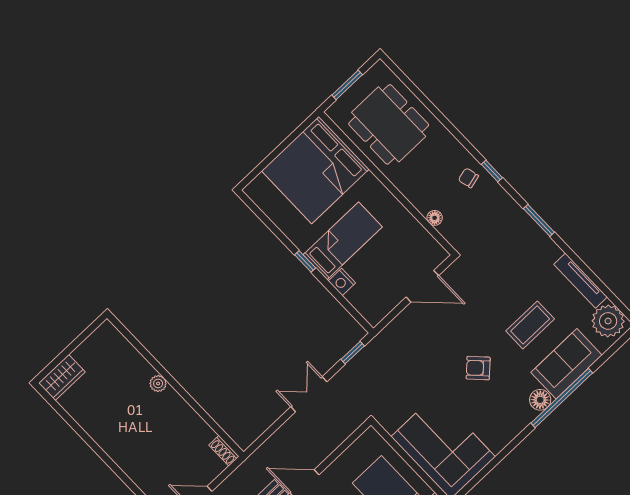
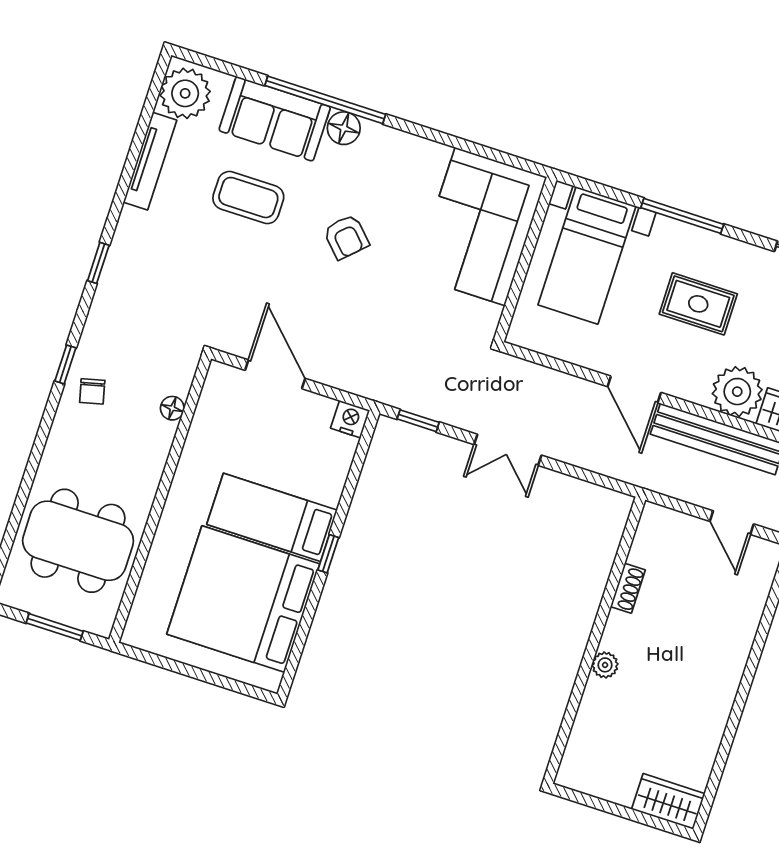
dining table: (389, 124) -> (78, 541), turned 90
bed: (315, 170) -> (243, 599), moved, turned 180
window: (539, 220) -> (98, 263), width x0.67
nightstand: (342, 282) -> (350, 419), moved, turned -90
shoe rack: (224, 451) -> (628, 588), moved

